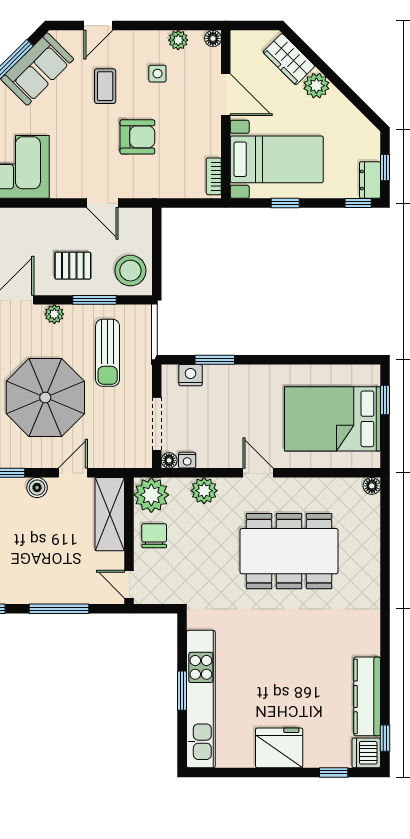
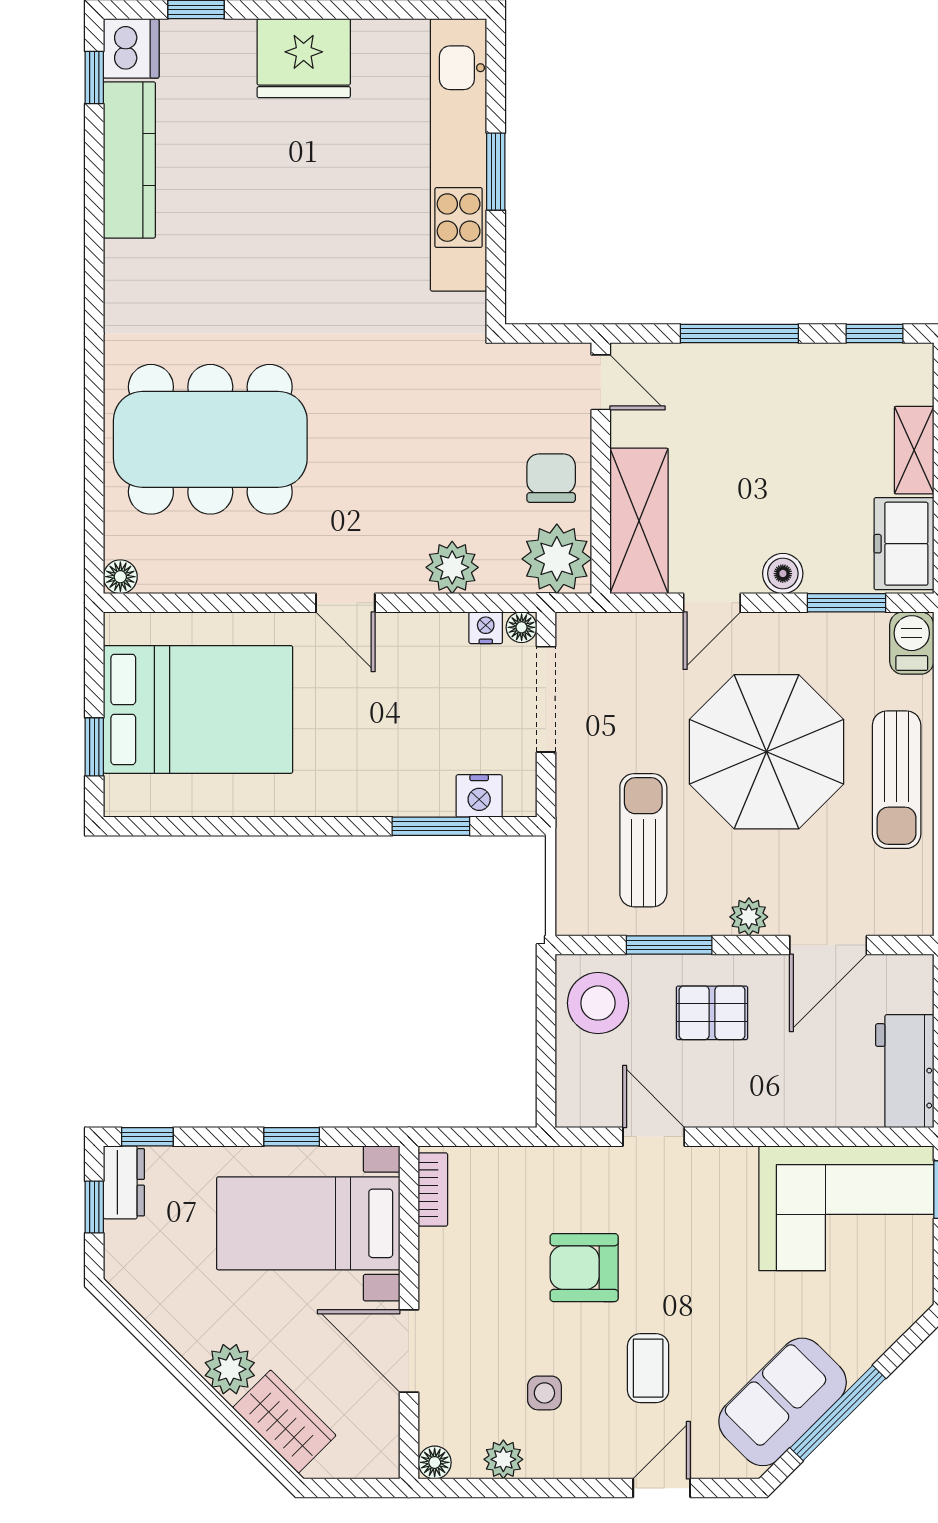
chair: (154, 536) -> (551, 478), turned 180
dining table: (289, 551) -> (210, 439), moved

